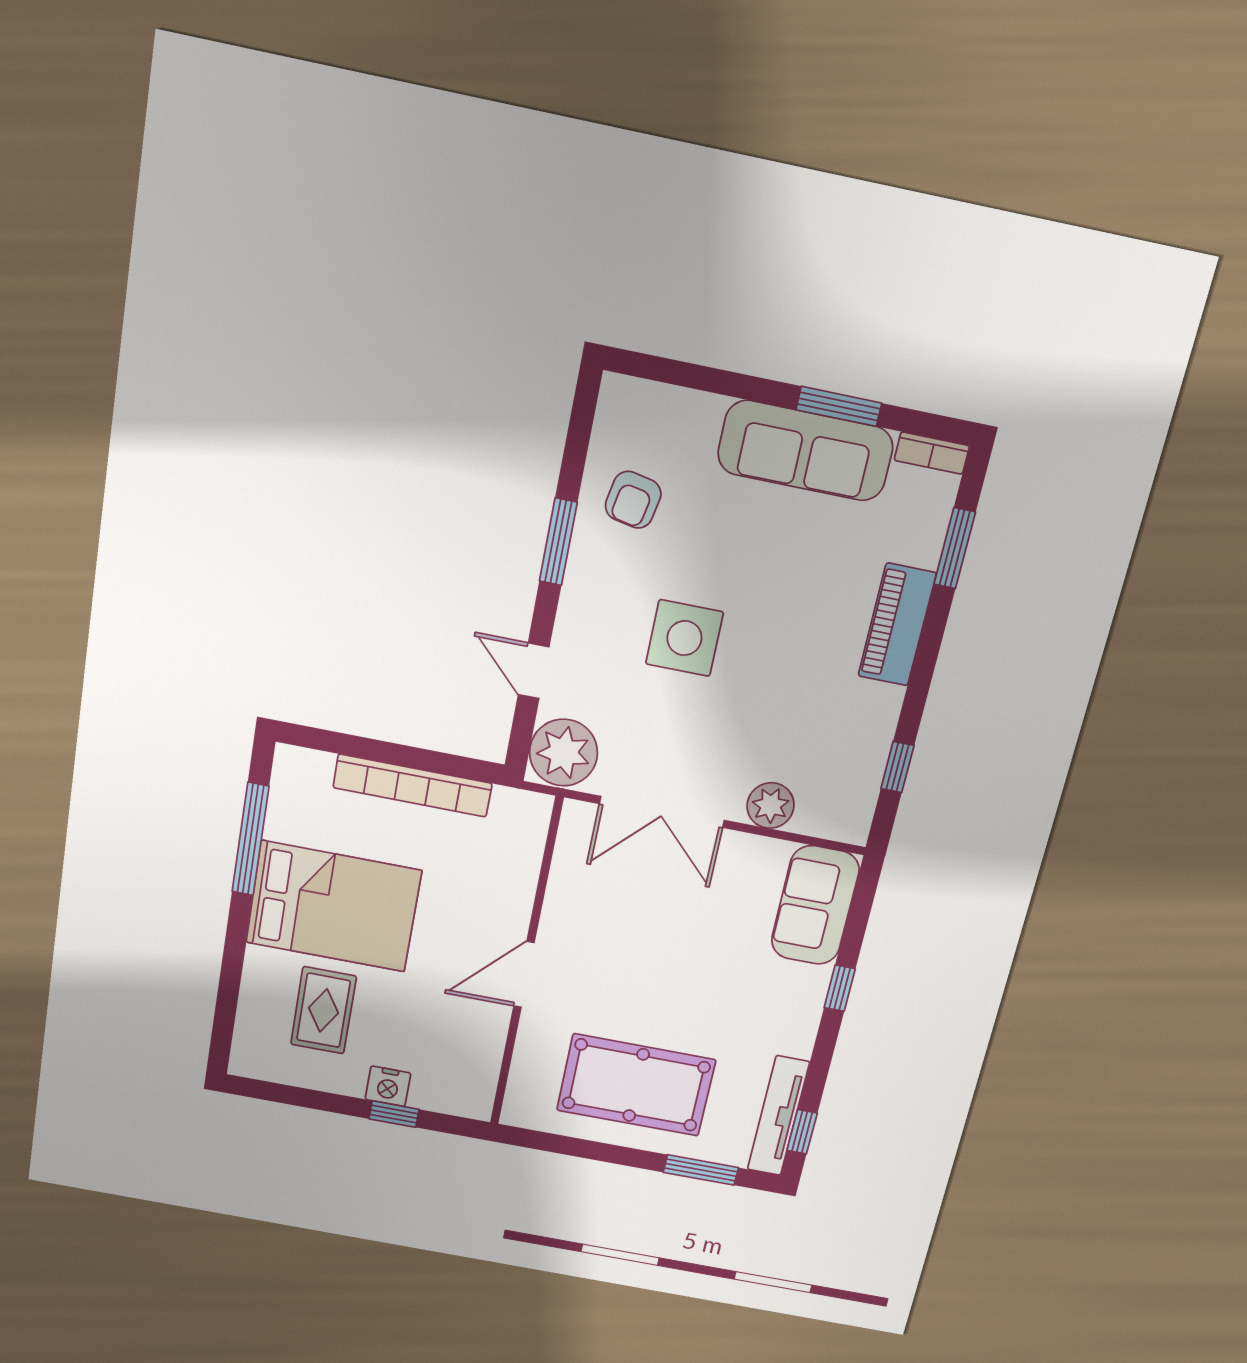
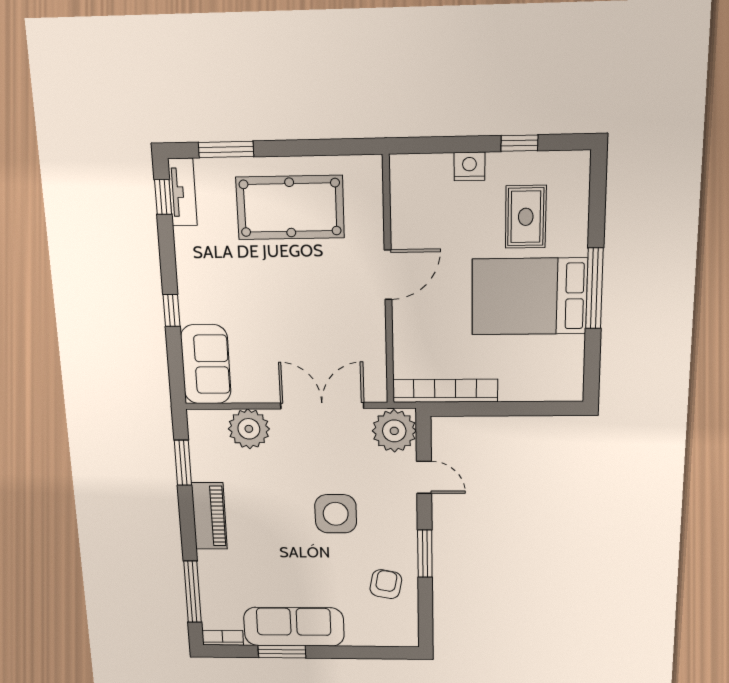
window: (955, 548) -> (192, 592), width x1.44
piano: (897, 625) -> (209, 516), moved
window: (897, 767) -> (183, 463), width x1.50
bookcase: (413, 786) -> (445, 391), moved
plant: (771, 806) -> (249, 429), width x1.36, depth x1.36
window: (250, 839) -> (594, 288), moved
window: (394, 1114) -> (519, 143), moved
tv unit: (778, 1116) -> (182, 192), width x0.71

